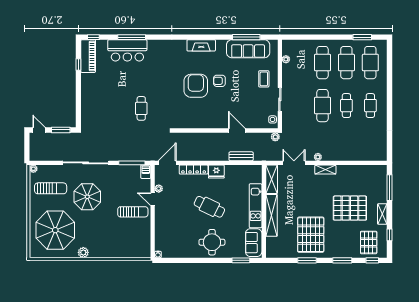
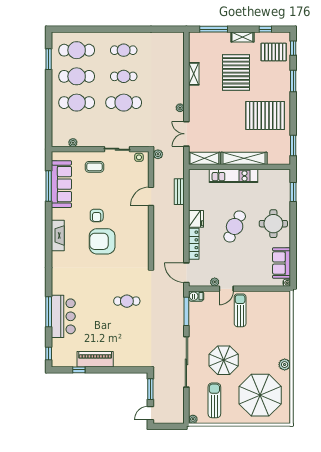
piano: (88, 56) -> (95, 359), moved
shelving: (325, 170) -> (194, 74), moved
sofa: (254, 243) -> (282, 263), moved, turned 90
window: (307, 260) -> (293, 145), moved

